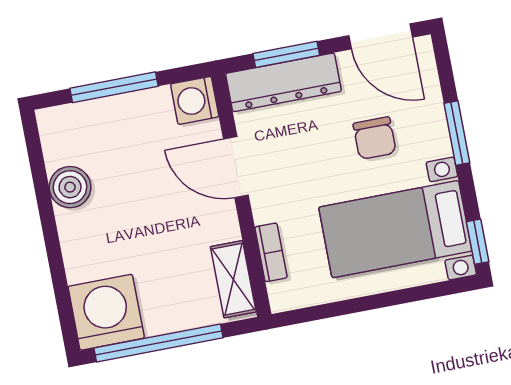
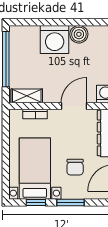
chair: (375, 138) -> (75, 167), turned -90
window: (478, 242) -> (36, 202), moved
washing machine: (106, 312) -> (55, 39), moved, turned 90

